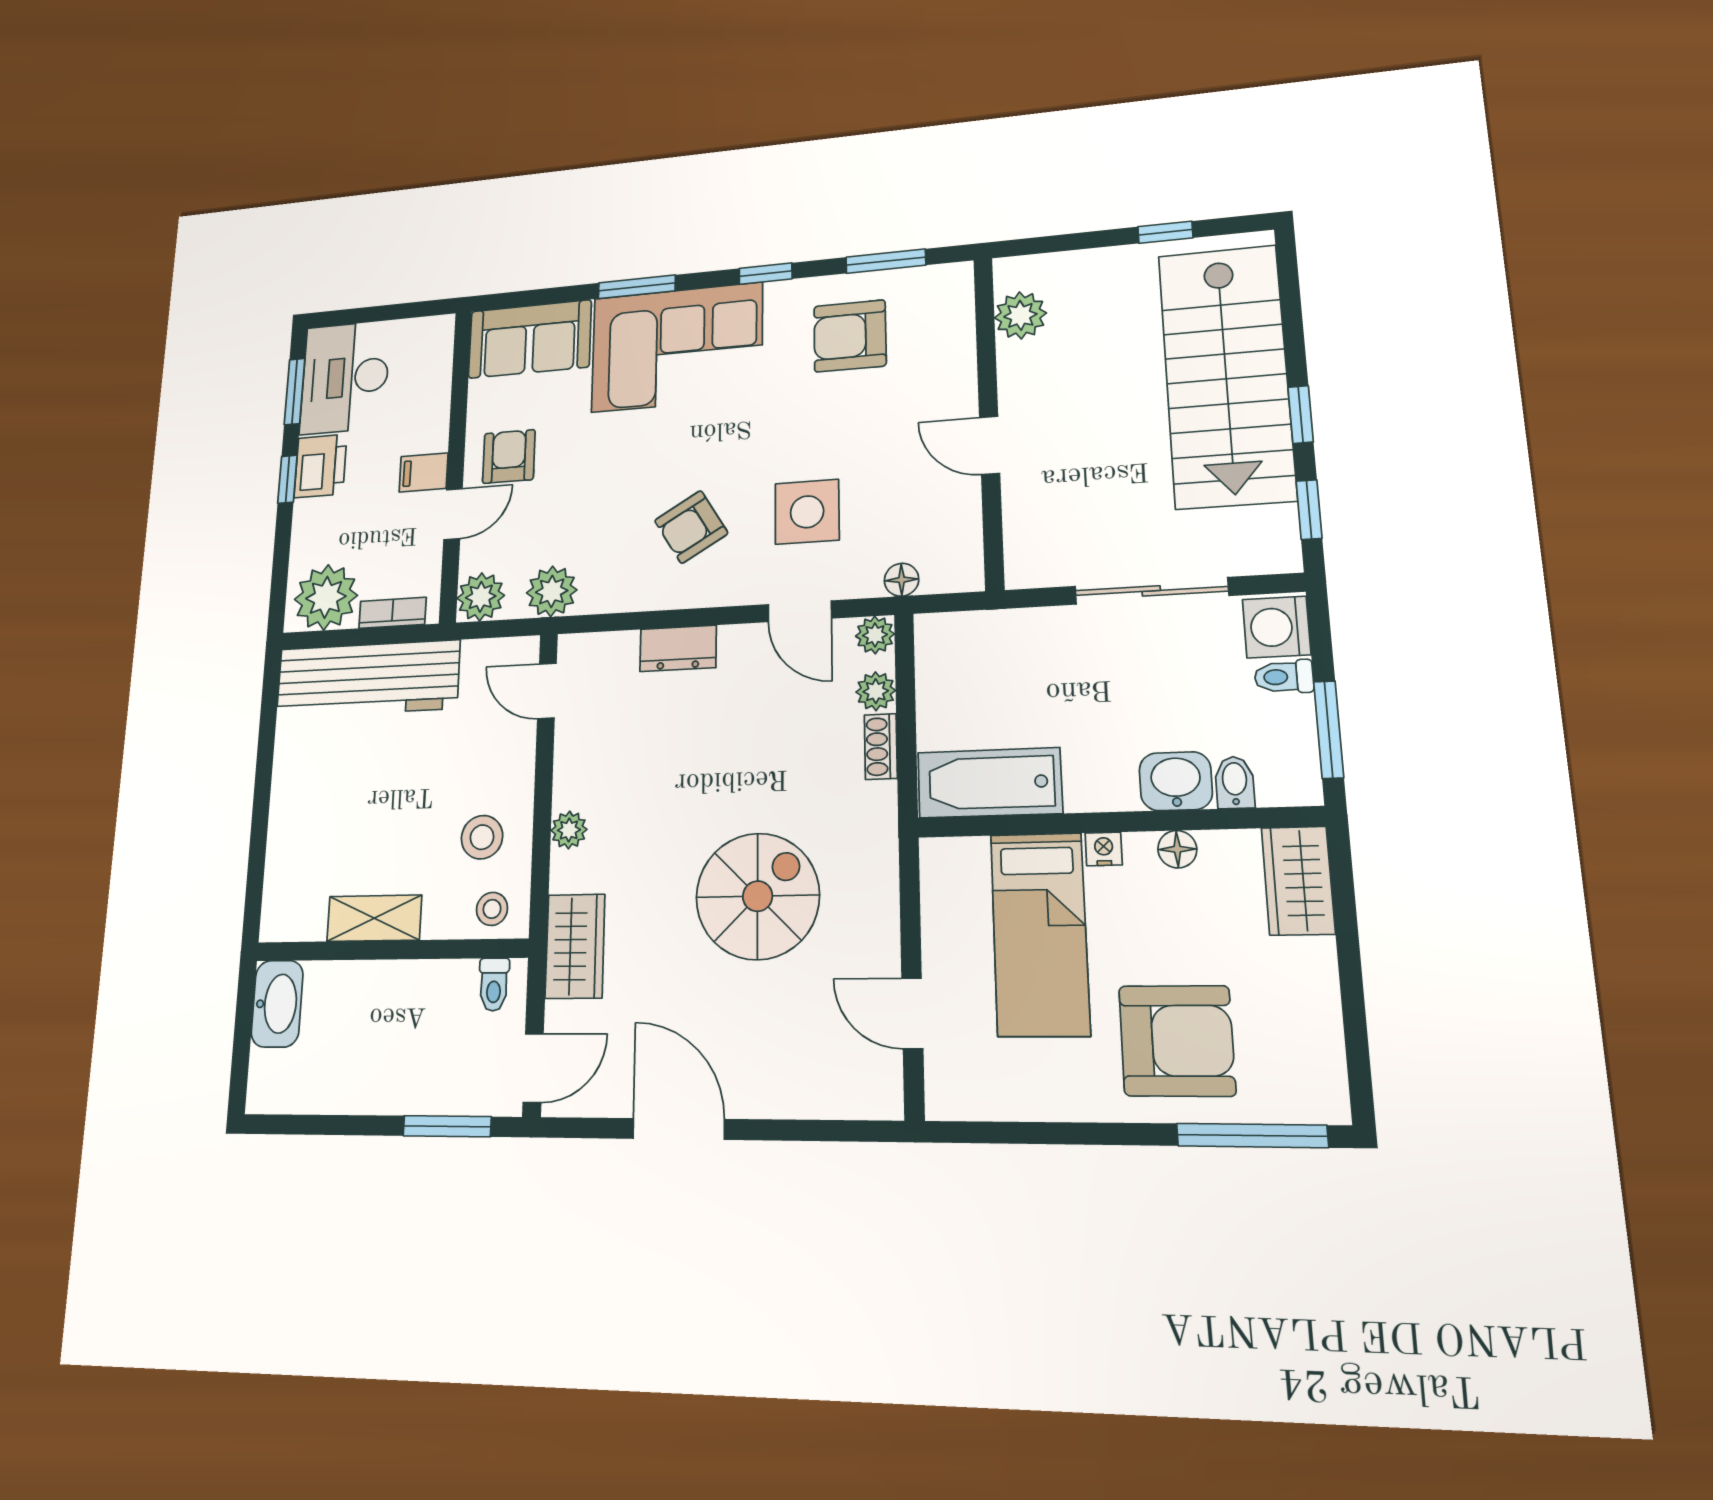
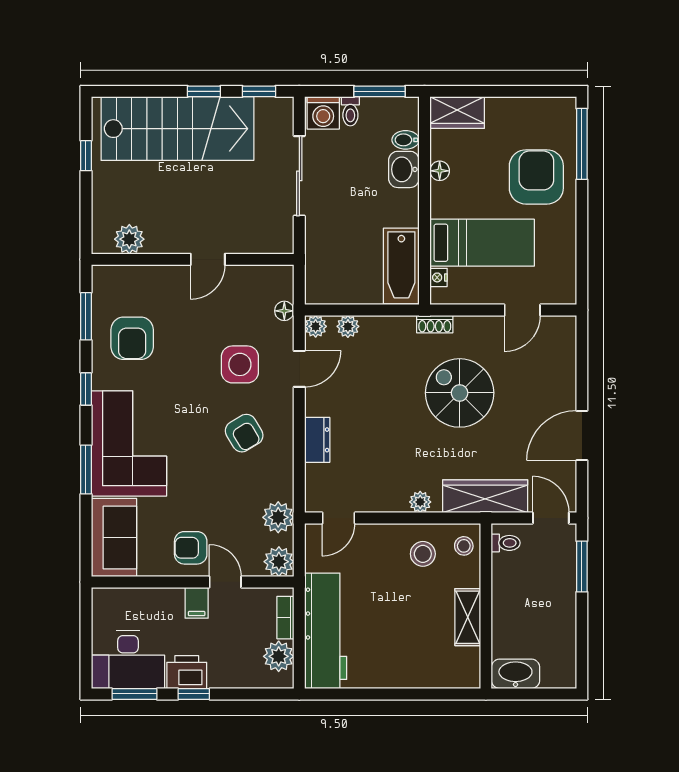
plant: (326, 597) -> (279, 656), width x0.73, depth x0.73
shoe rack: (881, 747) -> (435, 324), moved
nightstand: (1104, 849) -> (439, 277), moved
wardrobe: (575, 946) -> (485, 496), width x1.50

